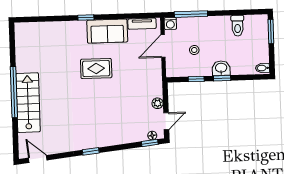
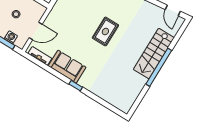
washing machine: (170, 23) -> (11, 37), moved
rug: (96, 69) -> (105, 31), moved, turned 90

